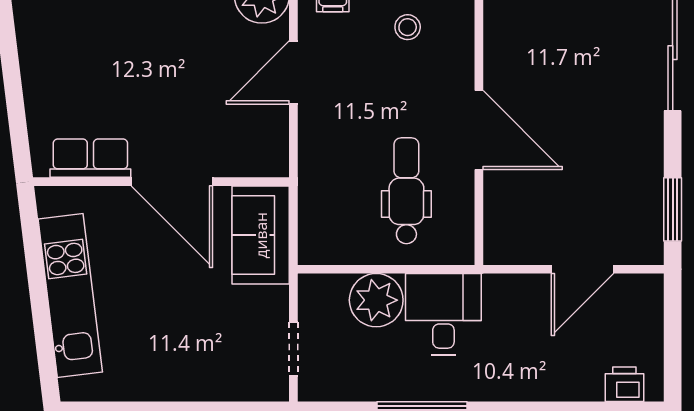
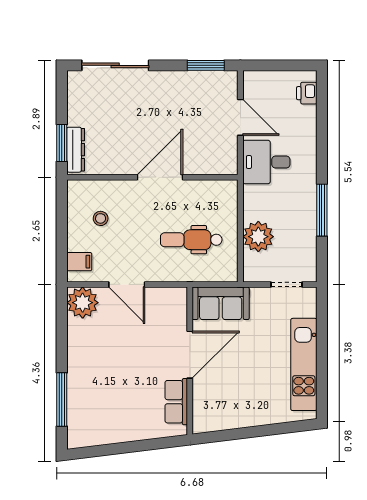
dental chair: (406, 191) -> (191, 240), moved
kitchen unit: (70, 296) -> (304, 364), moved, turned -83
desk: (443, 314) -> (266, 162), moved

